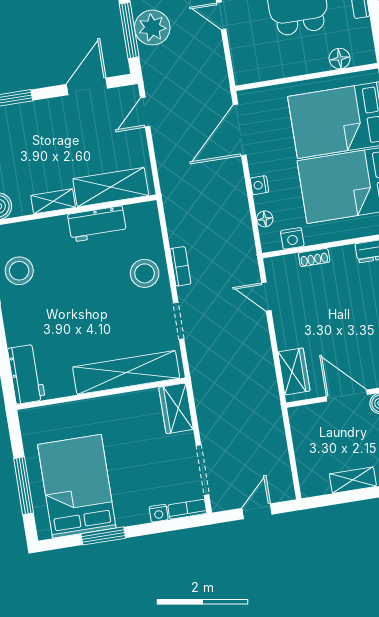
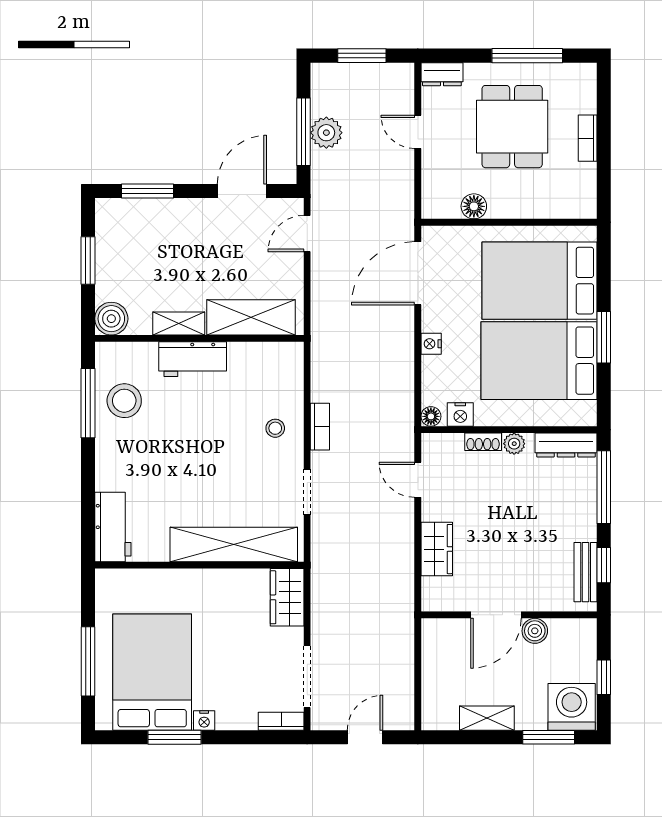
plant: (152, 28) -> (326, 133), width x0.73, depth x0.73
floor lamp: (340, 59) -> (474, 206), moved
floor lamp: (265, 219) -> (431, 416), moved
workbench: (97, 224) -> (193, 359), moved
plant: (339, 255) -> (514, 444), added
stool: (145, 273) -> (275, 428), width x0.53, depth x0.53
wardrobe: (294, 371) -> (437, 549), moved
door: (347, 396) -> (496, 615), swing flipped
nightstand: (159, 513) -> (204, 721), moved

